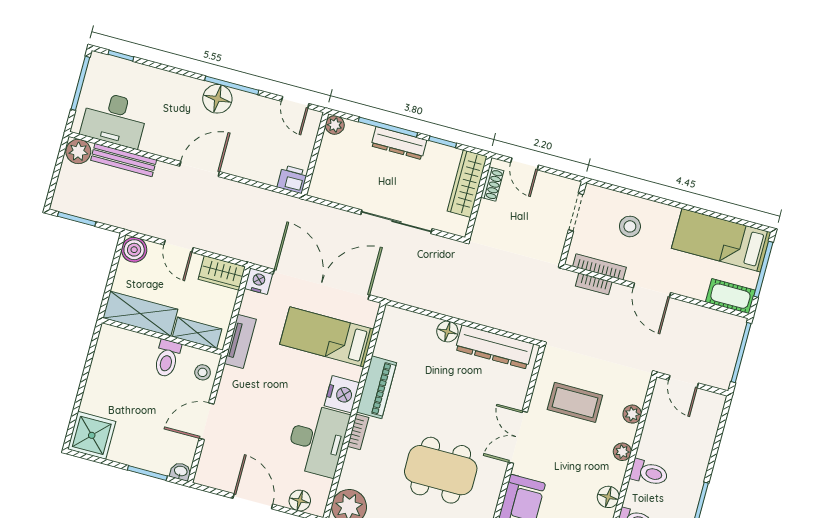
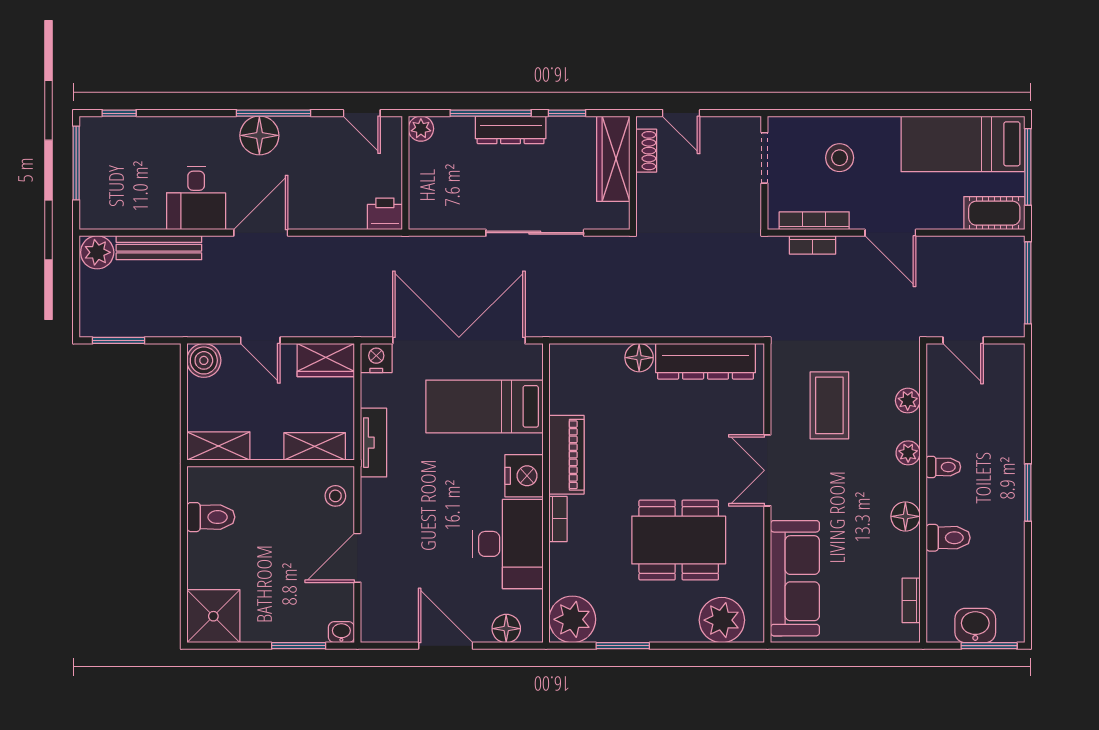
desk: (114, 119) -> (196, 198), moved, width x0.73
shelving: (140, 314) -> (218, 446), width x0.67, depth x0.75
toilet: (167, 358) -> (211, 517), moved, turned -90
coffee table: (575, 402) -> (829, 405), turned 90
toilet: (649, 473) -> (943, 467), width x0.73, depth x0.72

